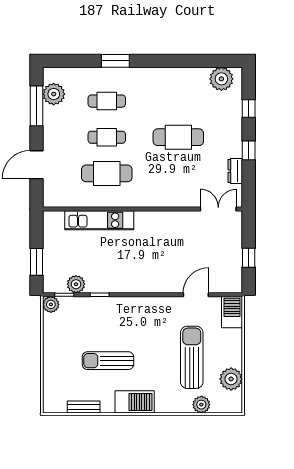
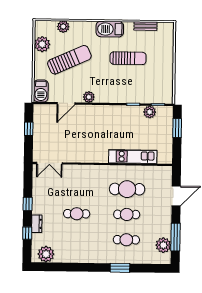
cafe table: (178, 137) -> (77, 214), width x0.73, depth x0.74
dresser: (235, 171) -> (37, 224), moved
plant: (51, 304) -> (89, 97), moved
sun lounger: (192, 357) -> (69, 60), turned -114

